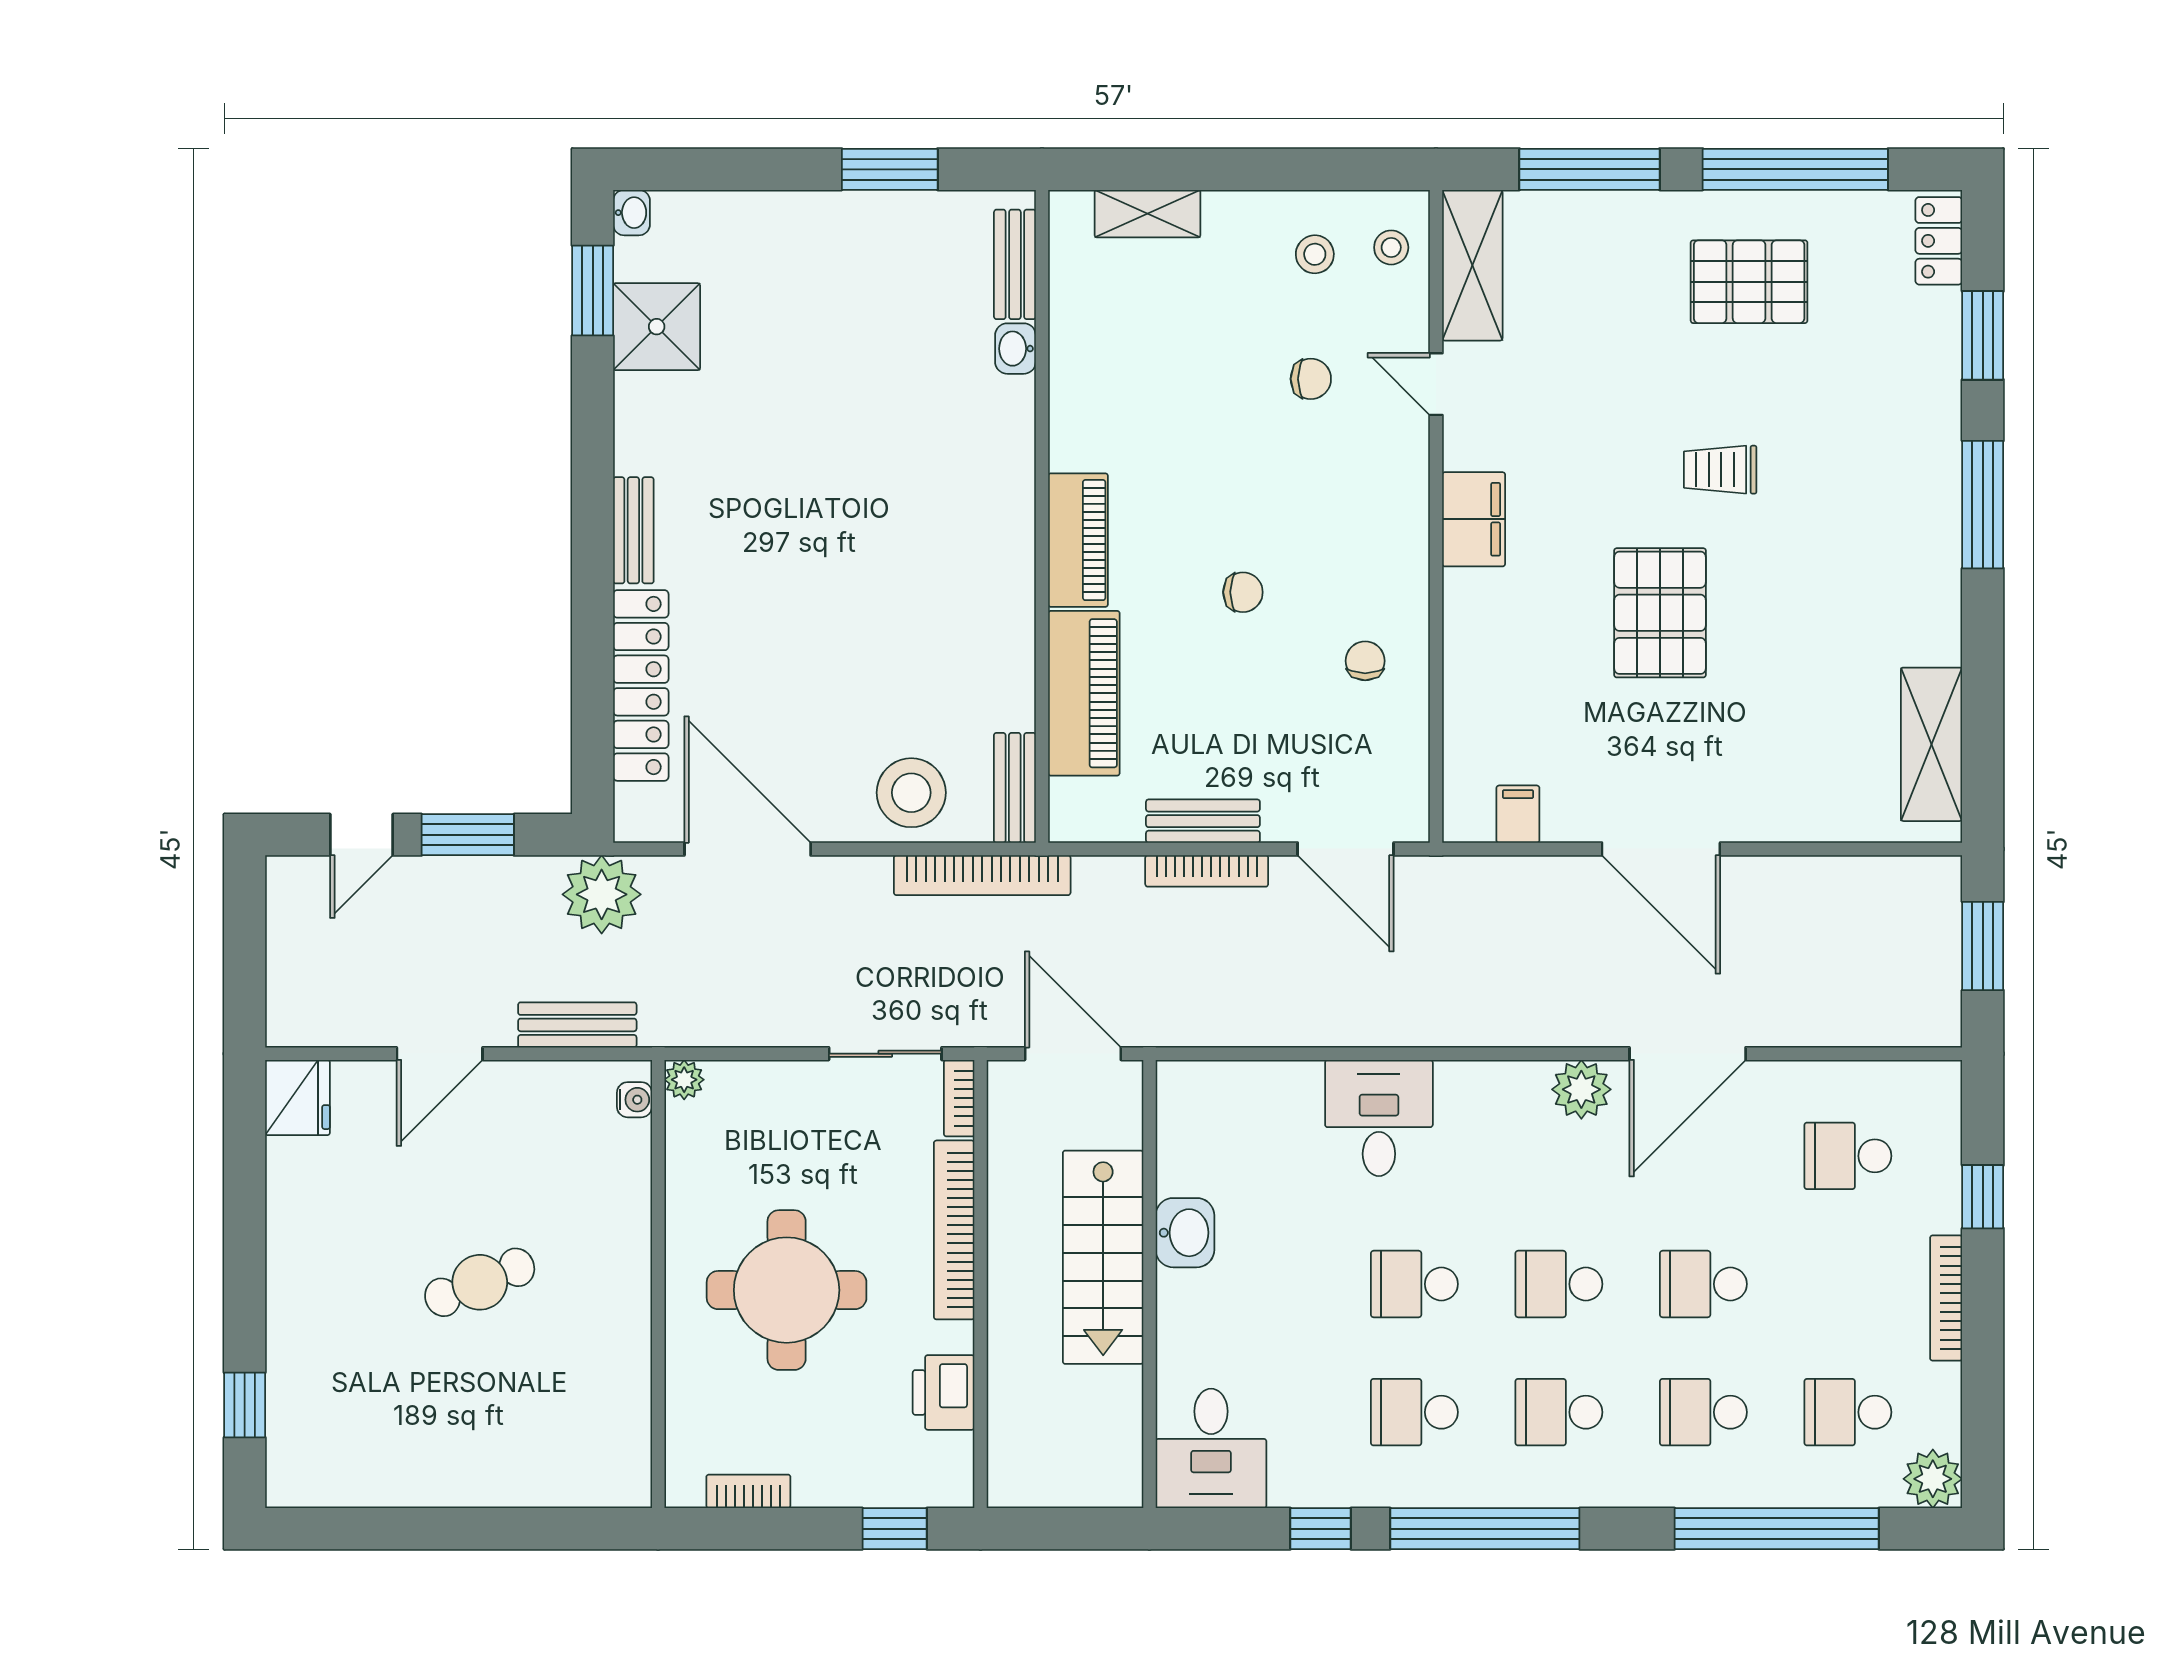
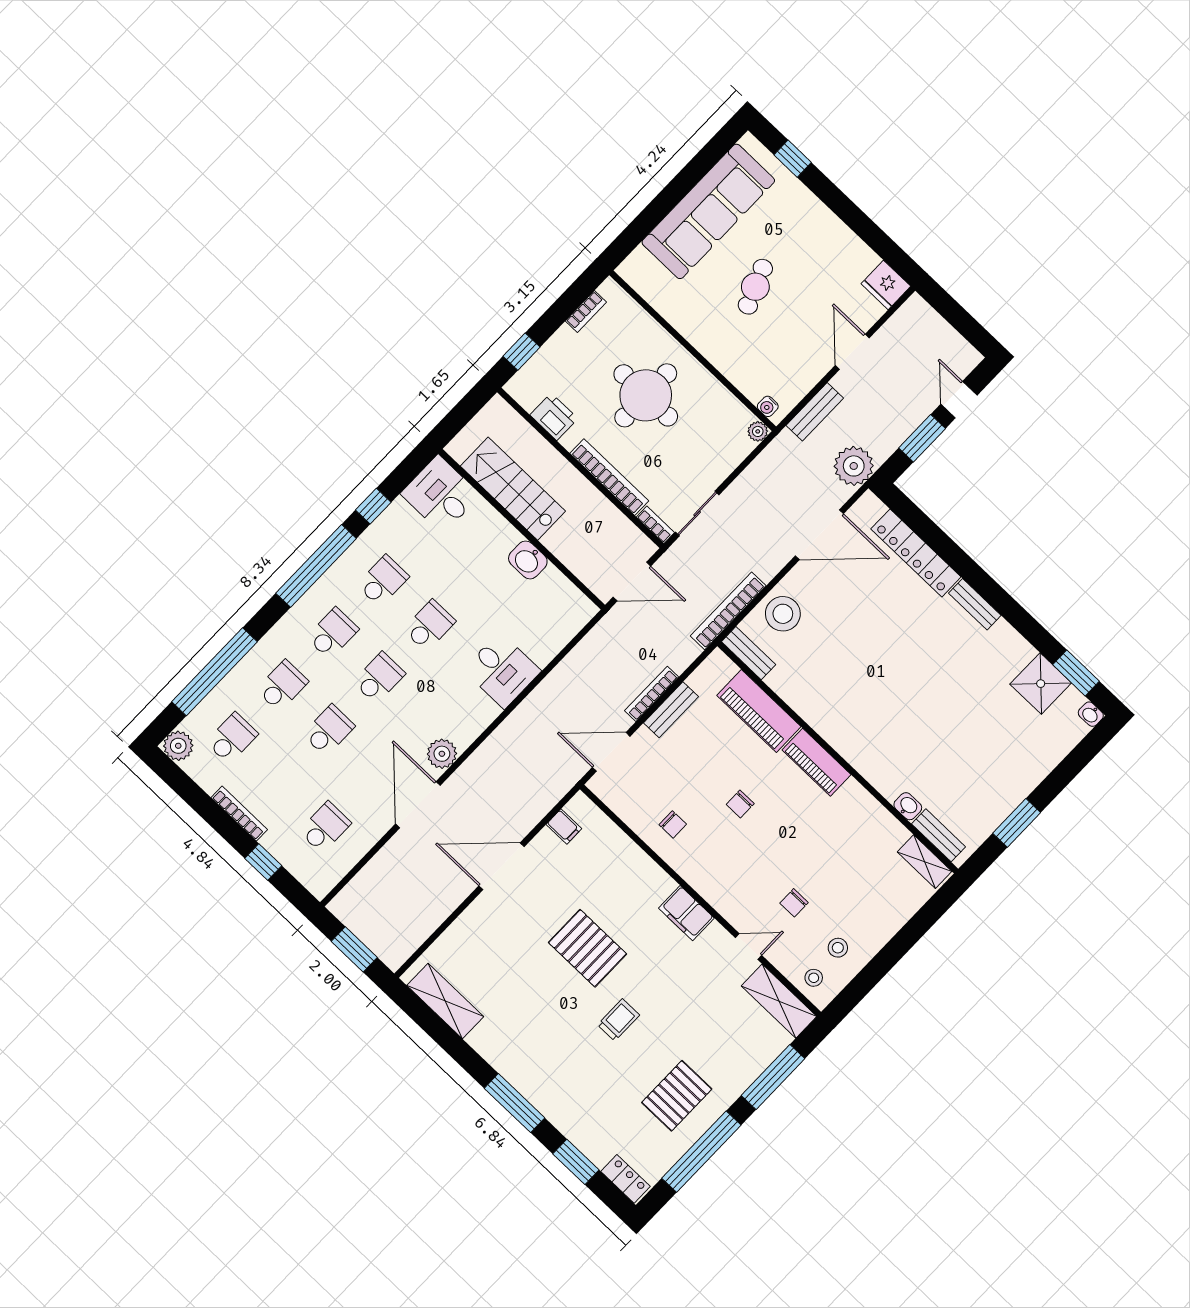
shelving: (1148, 214) -> (925, 862), moved, turned 90
stairs: (1103, 1257) -> (513, 489), moved
sofa: (436, 1453) -> (708, 211), added

